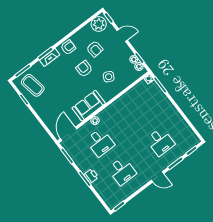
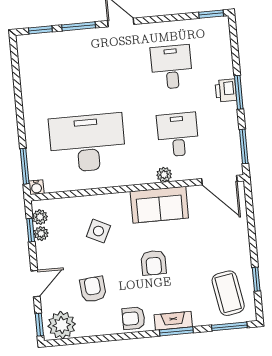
door: (122, 35) -> (36, 284), swing flipped
armchair: (84, 69) -> (154, 263), moved
door: (69, 134) -> (219, 180), hinge flipped
desk: (160, 142) -> (87, 143), moved, width x1.87, depth x1.30

